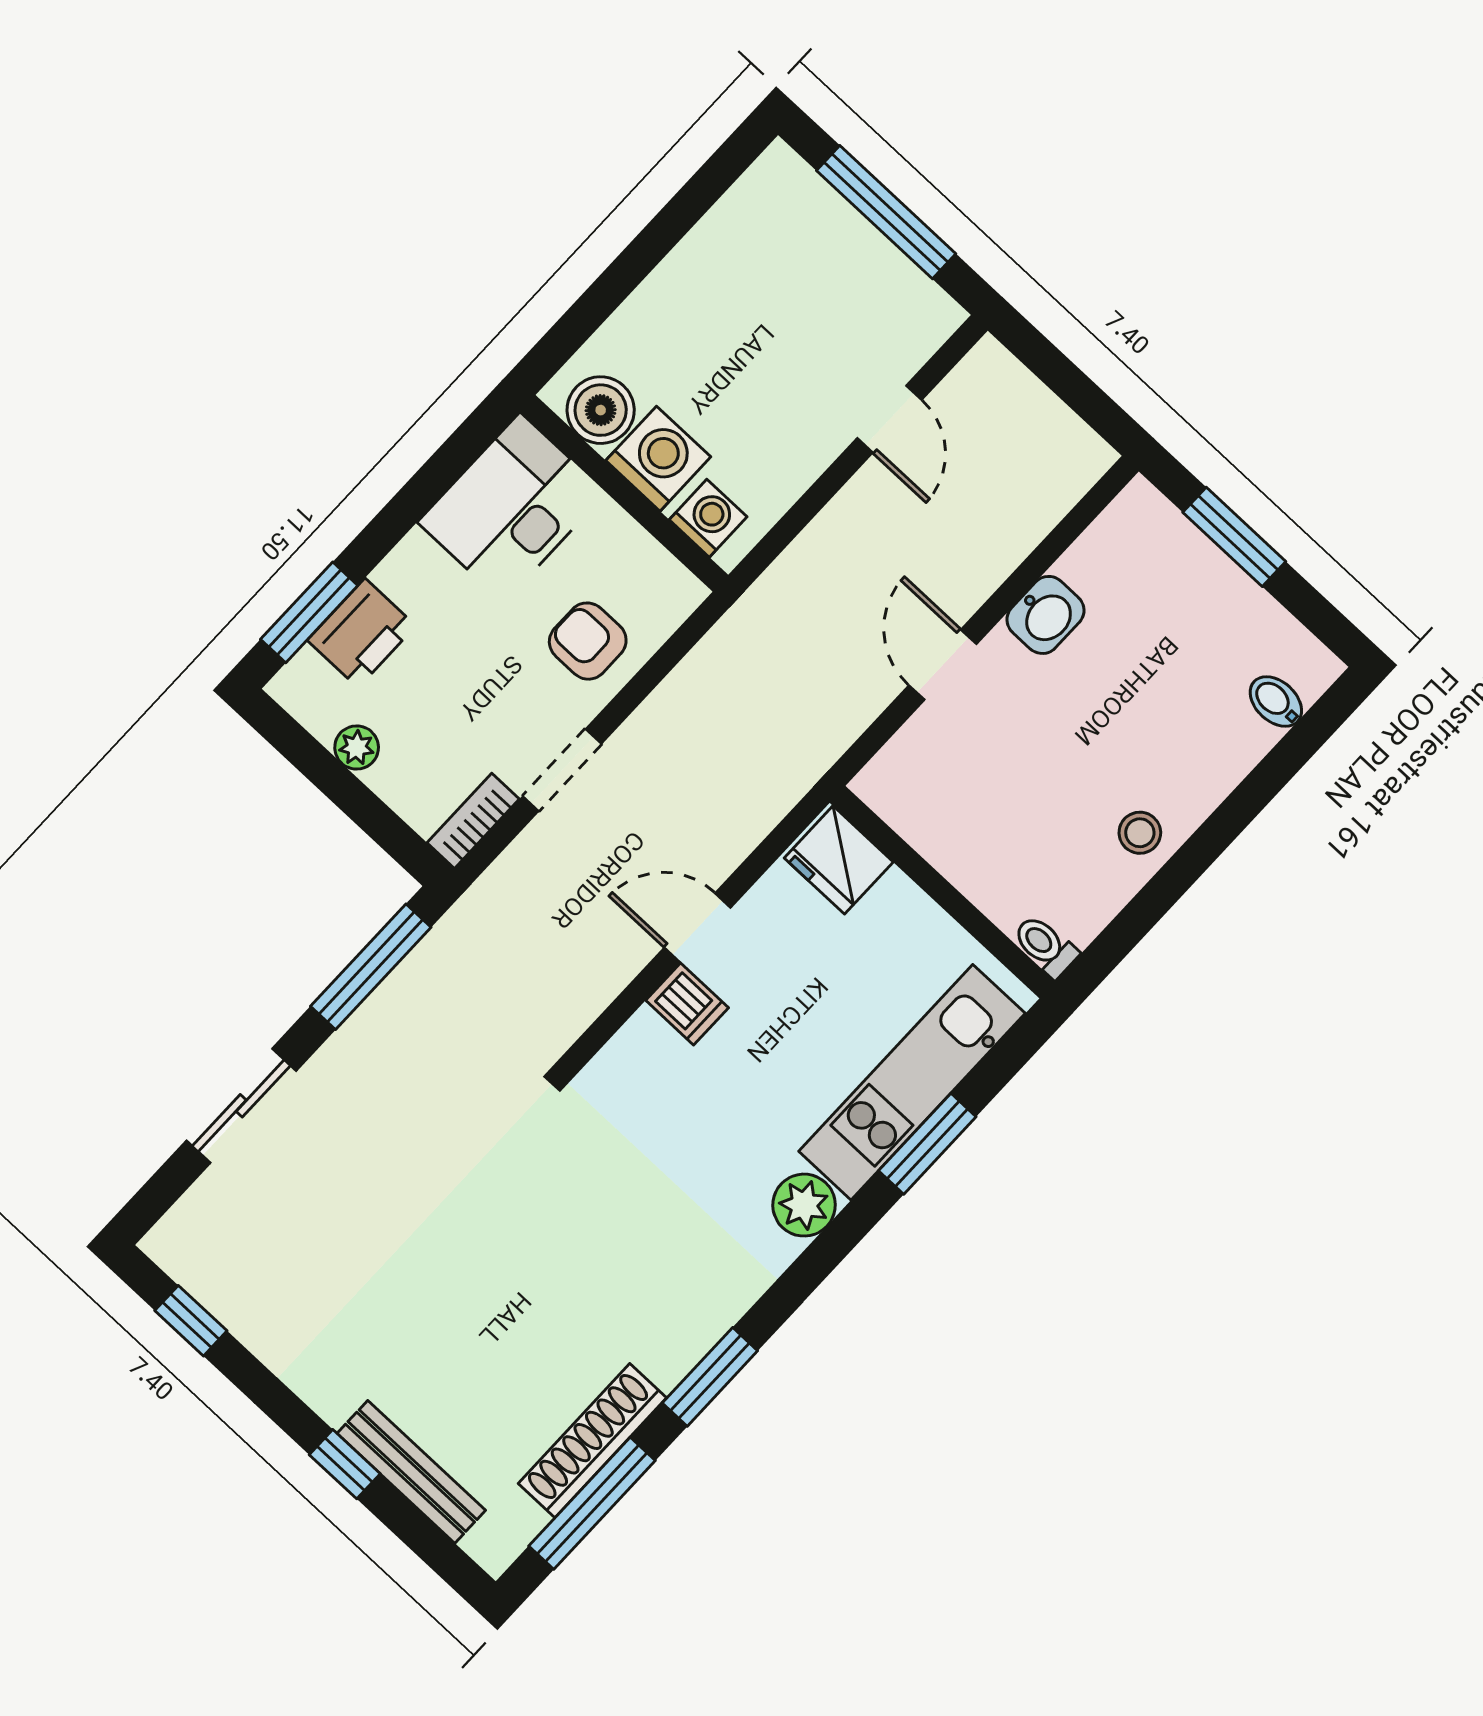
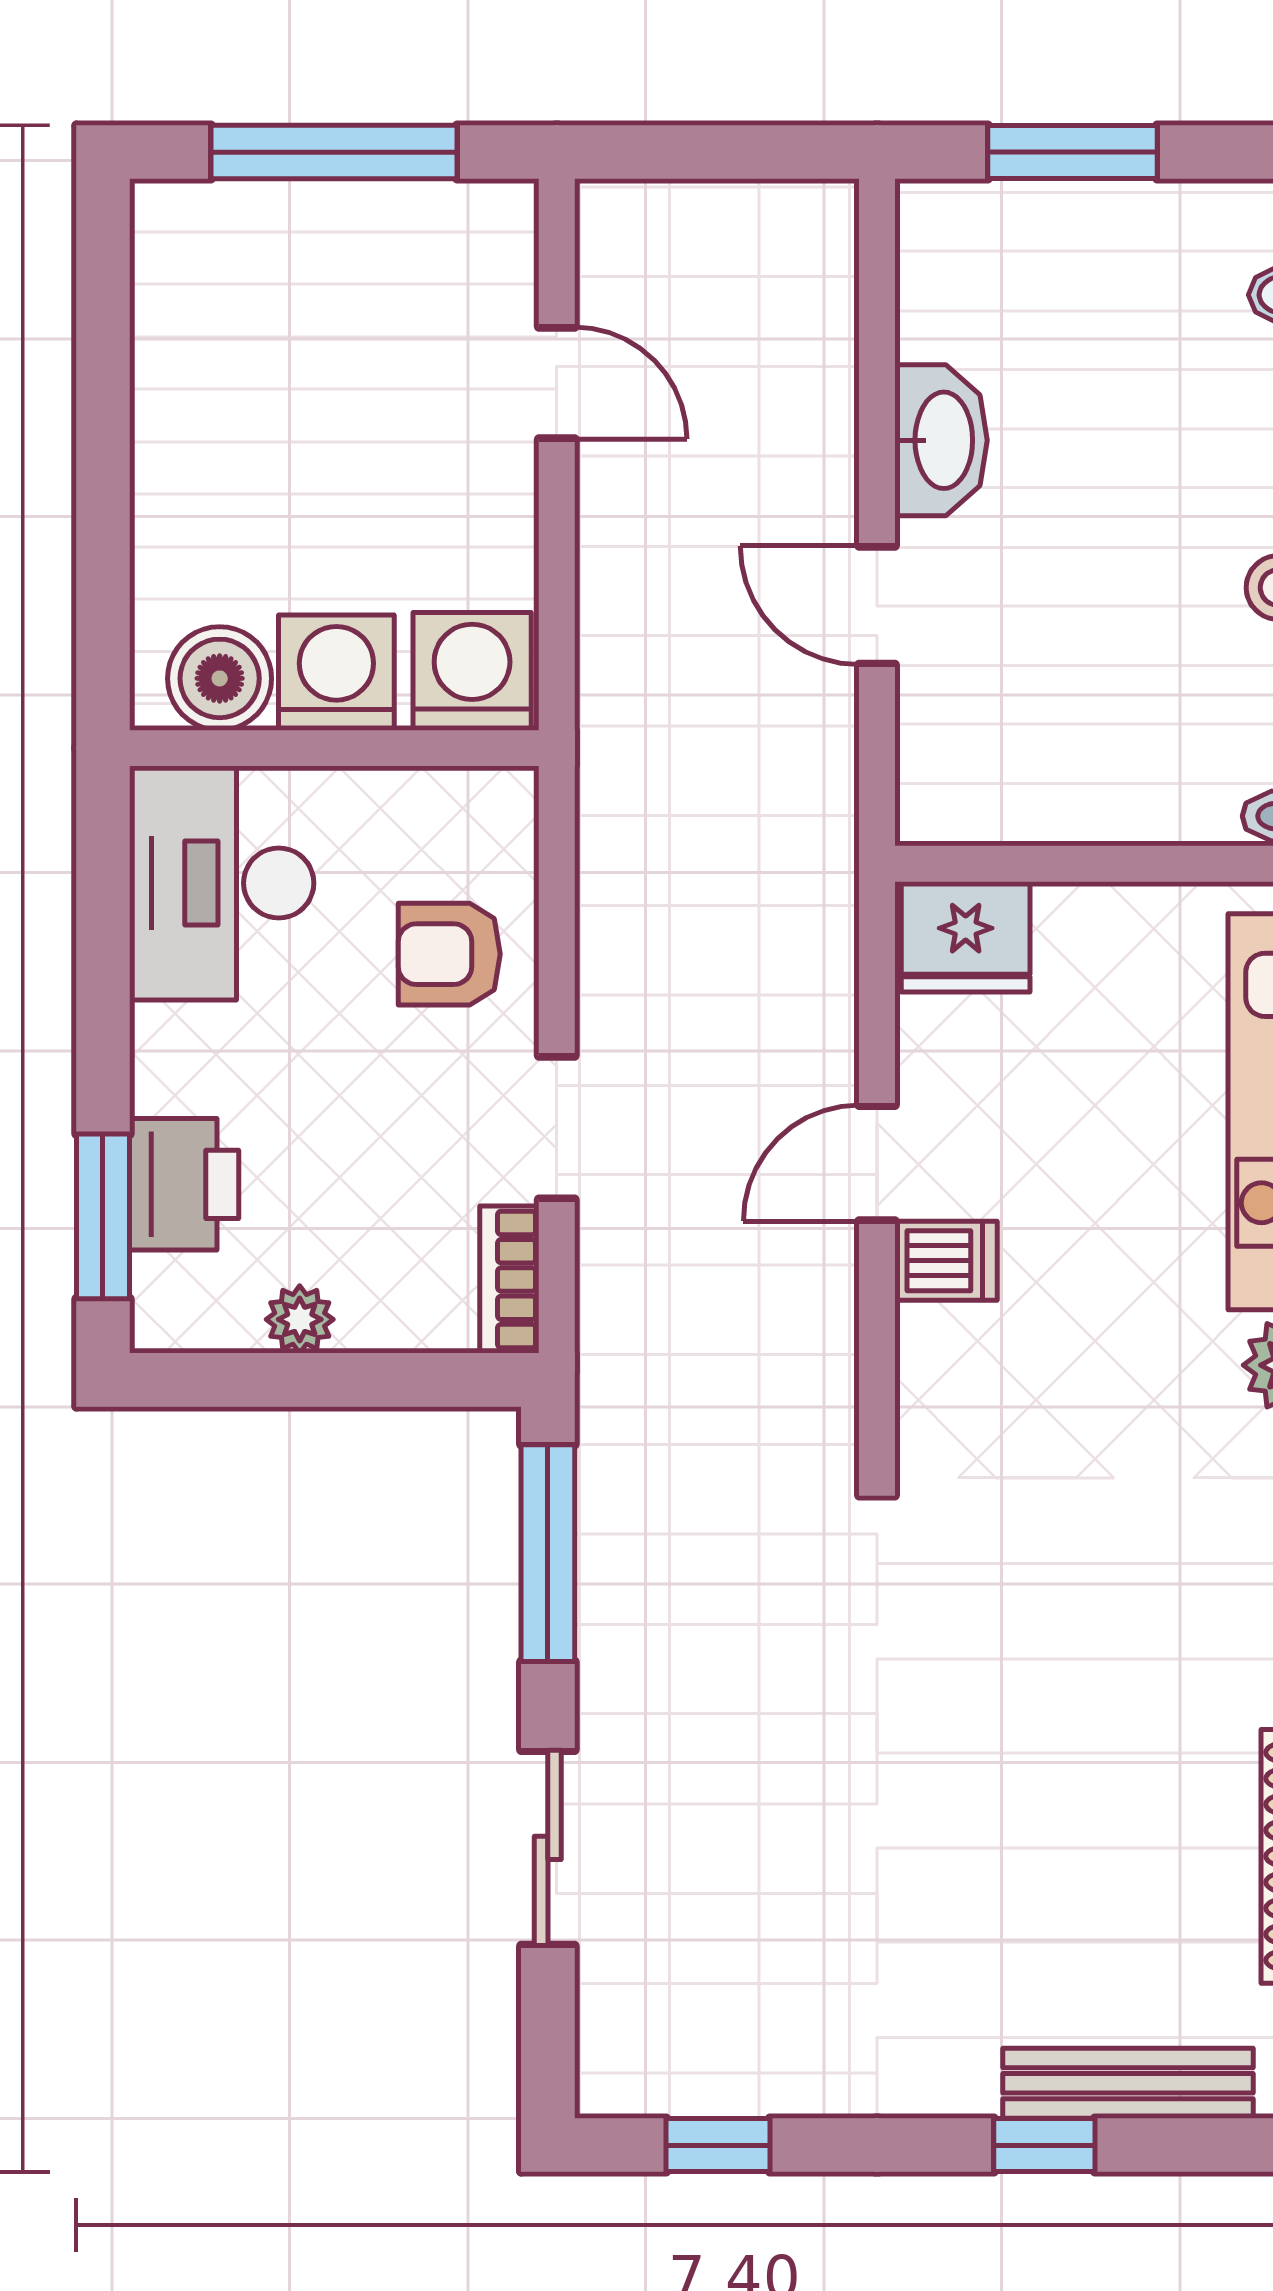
washing machine: (708, 518) -> (472, 671), width x1.38, depth x1.38
washbasin: (1045, 615) -> (941, 440), width x1.38

